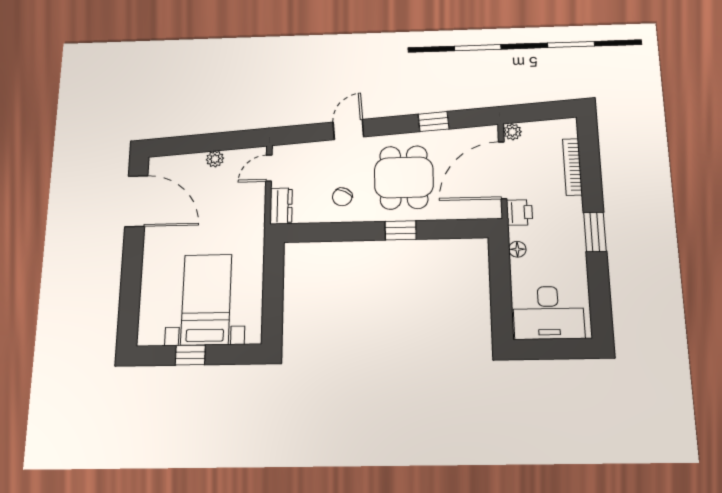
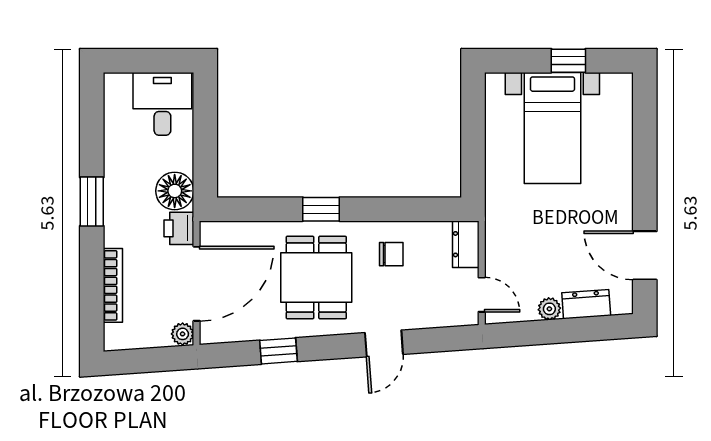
dresser: (185, 163) -> (586, 304), added
door: (269, 168) -> (482, 295), hinge flipped
chair: (342, 197) -> (391, 254), turned 62
door: (136, 201) -> (645, 255), width x0.73
floor lamp: (517, 249) -> (175, 191), width x1.89, depth x1.89
desk: (548, 313) -> (162, 104), width x0.73

